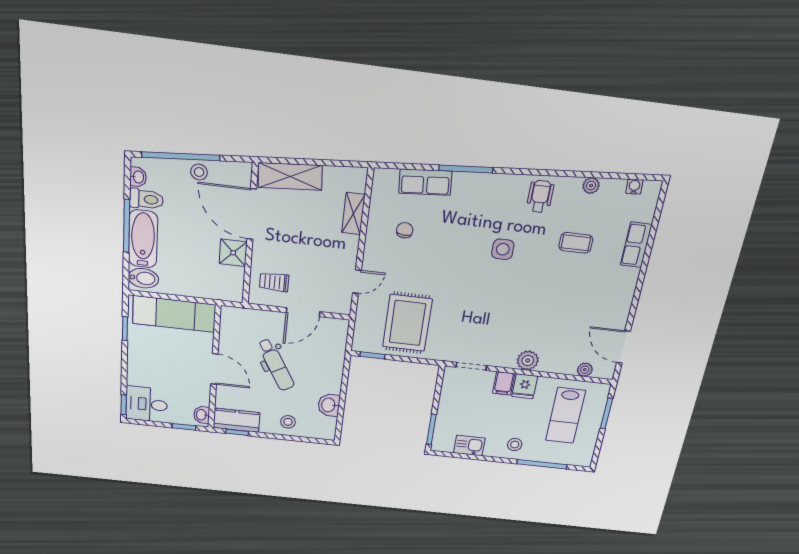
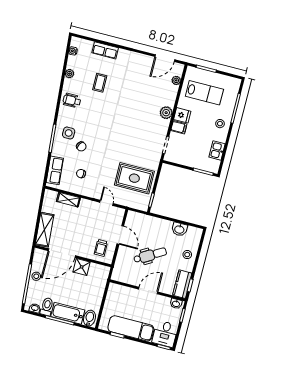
row of seats: (425, 182) -> (55, 170), moved
chair: (455, 224) -> (81, 146), added
side table: (503, 249) -> (69, 133), moved
exam couch: (174, 314) -> (131, 328), moved, turned -90

